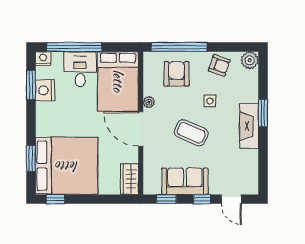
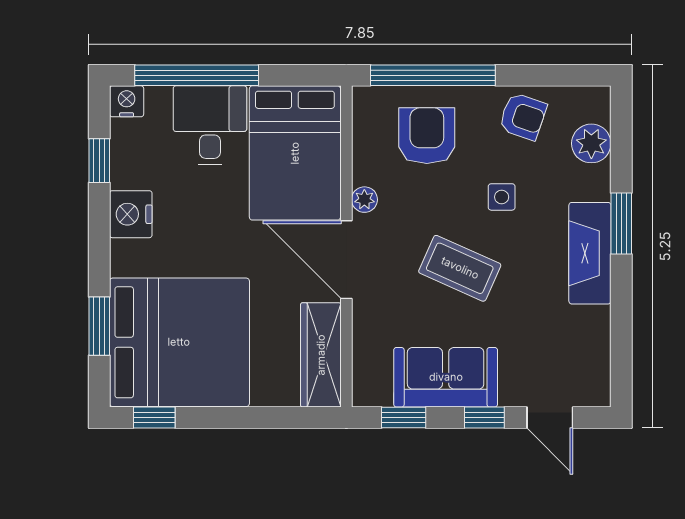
plant: (250, 60) -> (591, 143), moved
window: (31, 85) -> (99, 161), width x0.67
nightstand: (45, 90) -> (131, 214), moved
wardrobe: (129, 179) -> (321, 355), width x1.50

